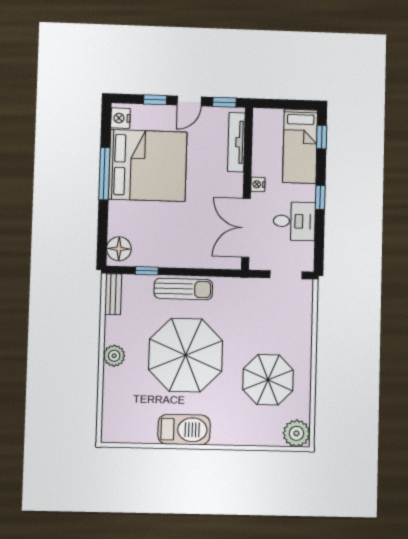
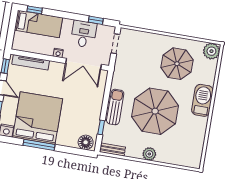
window: (320, 197) -> (96, 20), moved
barbecue: (184, 430) -> (202, 100), moved

